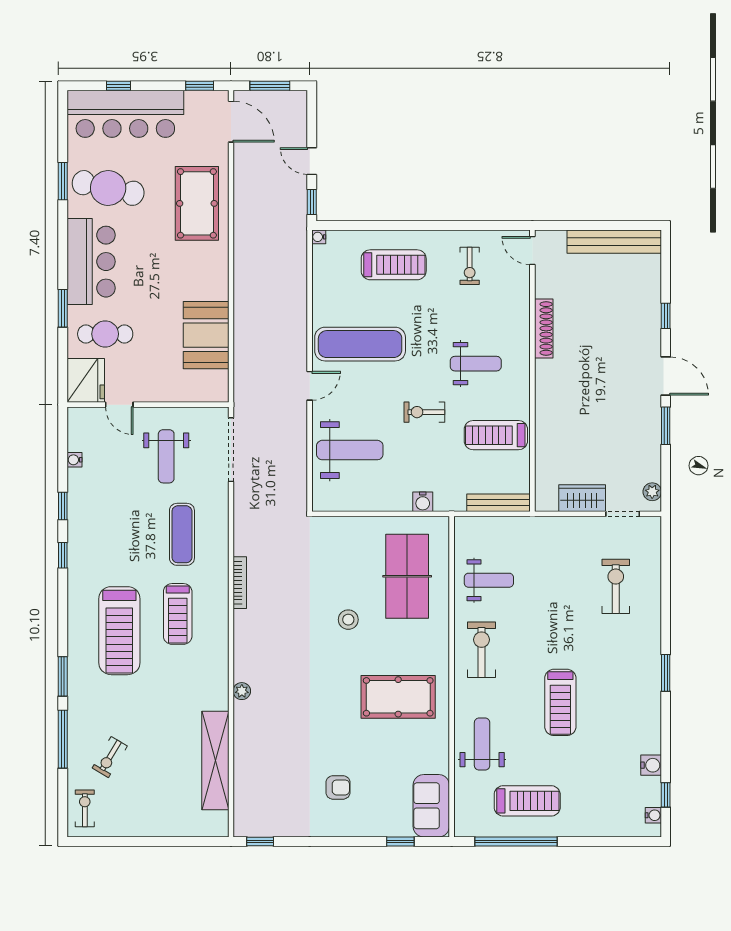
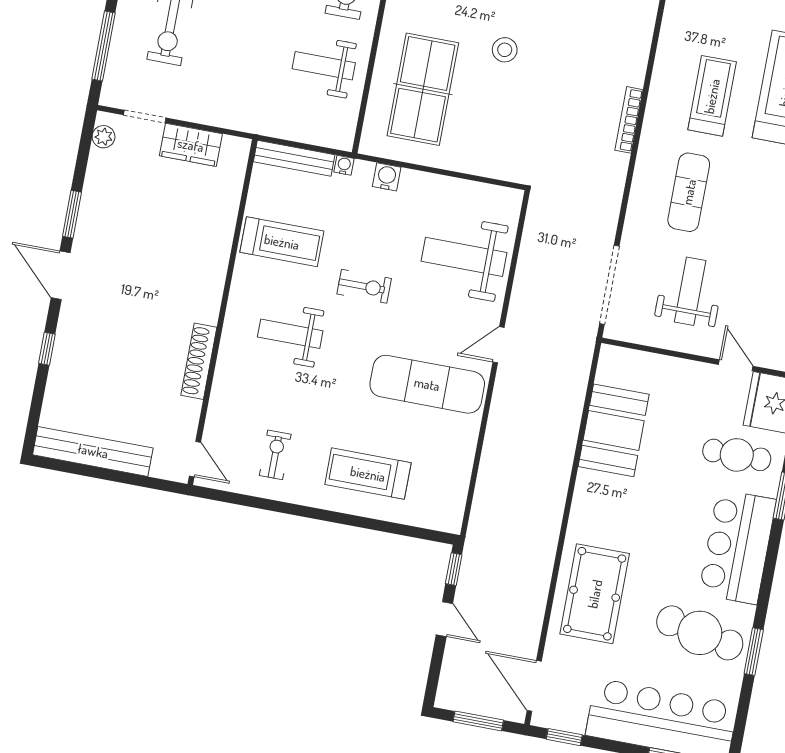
water cooler: (319, 237) -> (344, 165), moved, turned -90
window: (666, 563) -> (103, 46), added

